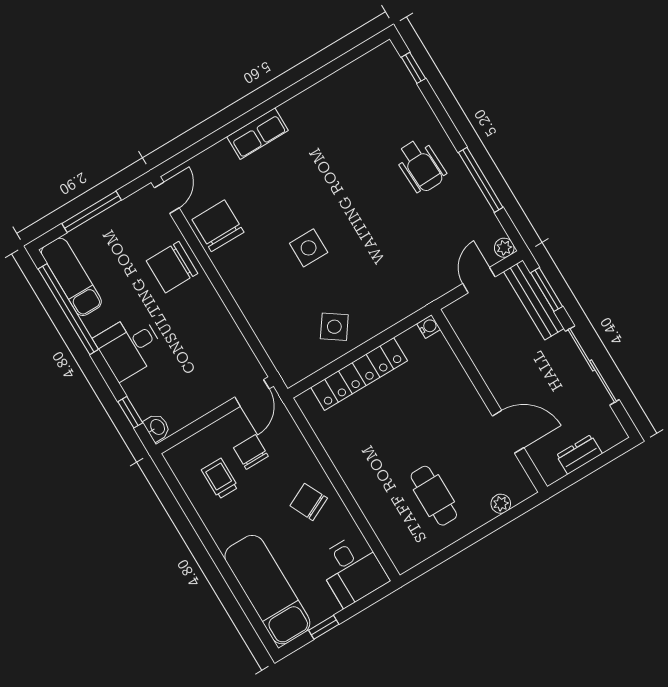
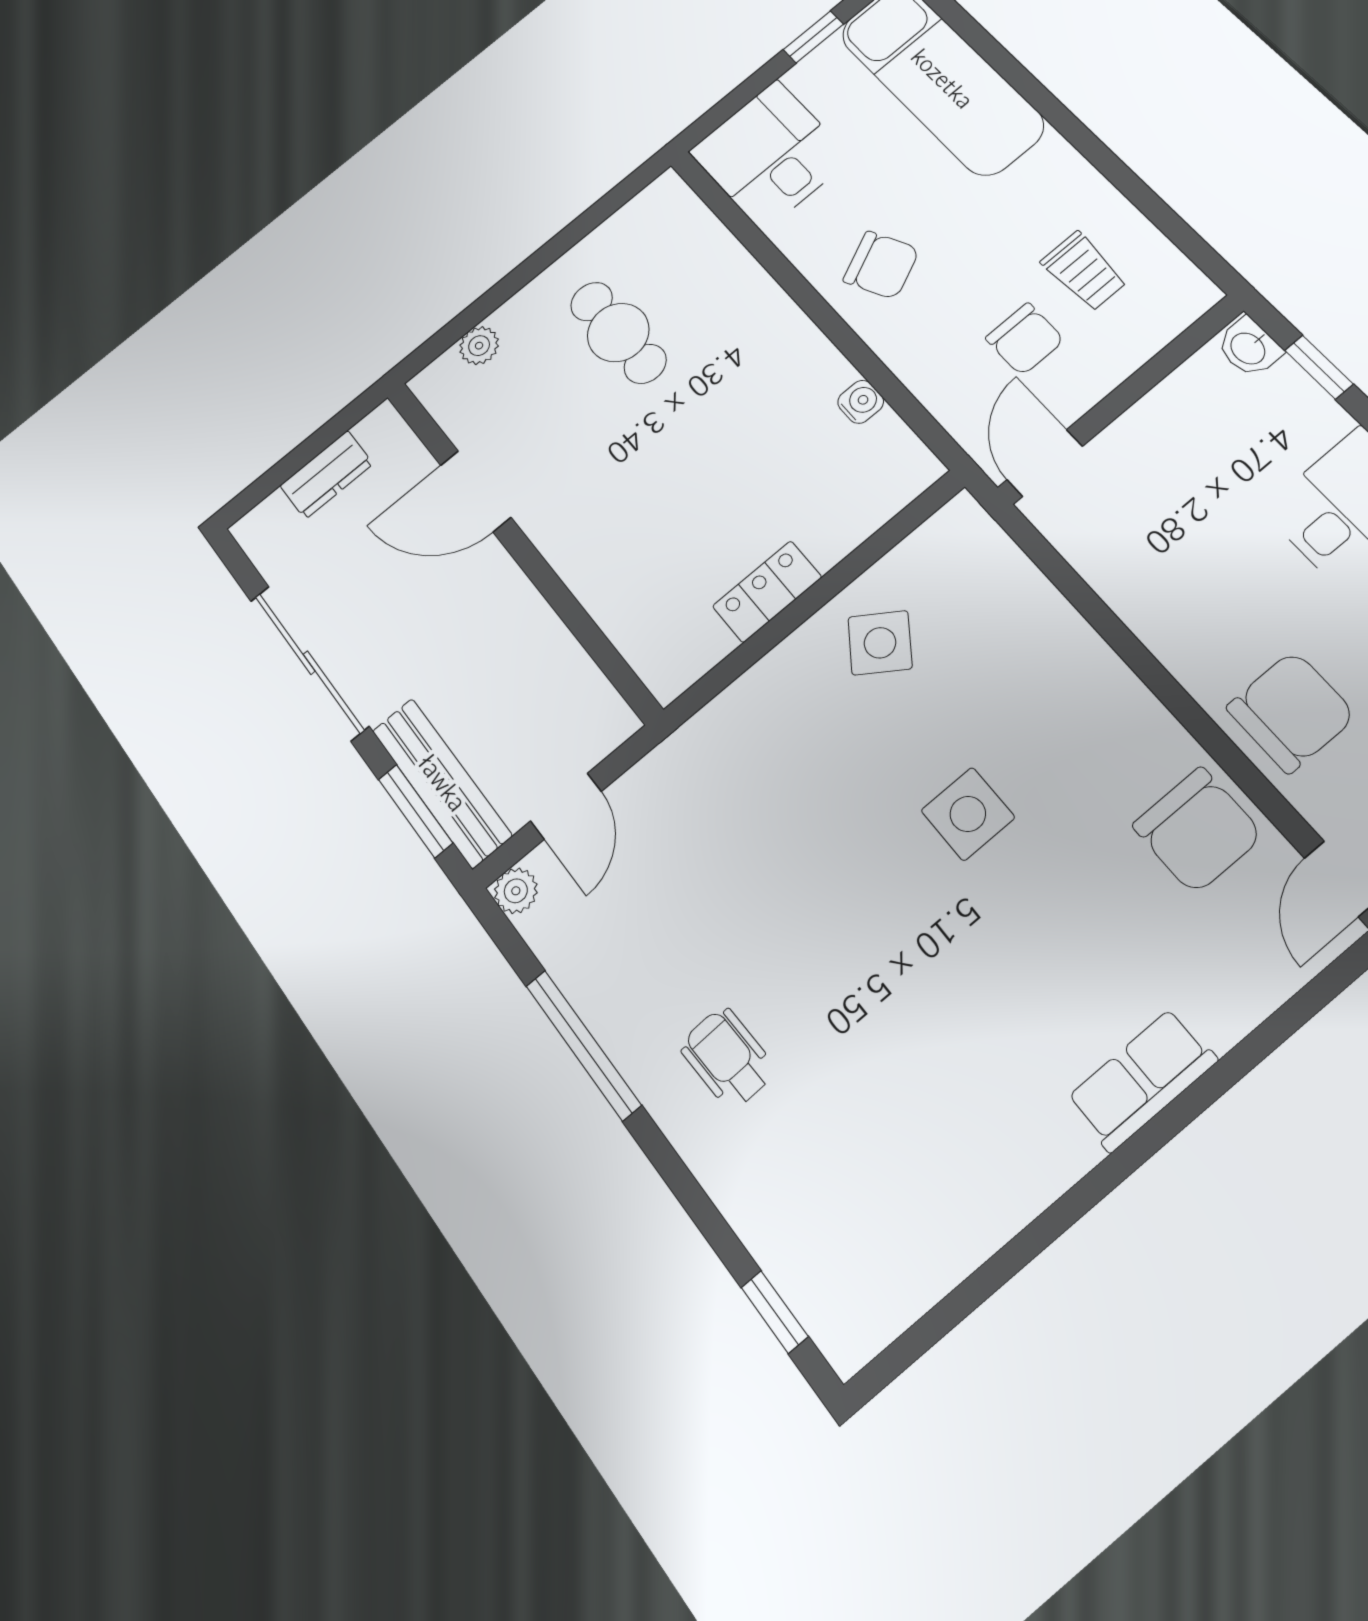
wheelchair: (421, 166) -> (728, 1058), width x0.73, depth x0.73
water cooler: (429, 327) -> (861, 402), moved, turned 180
locker: (359, 374) -> (767, 592), width x0.46, depth x0.83

